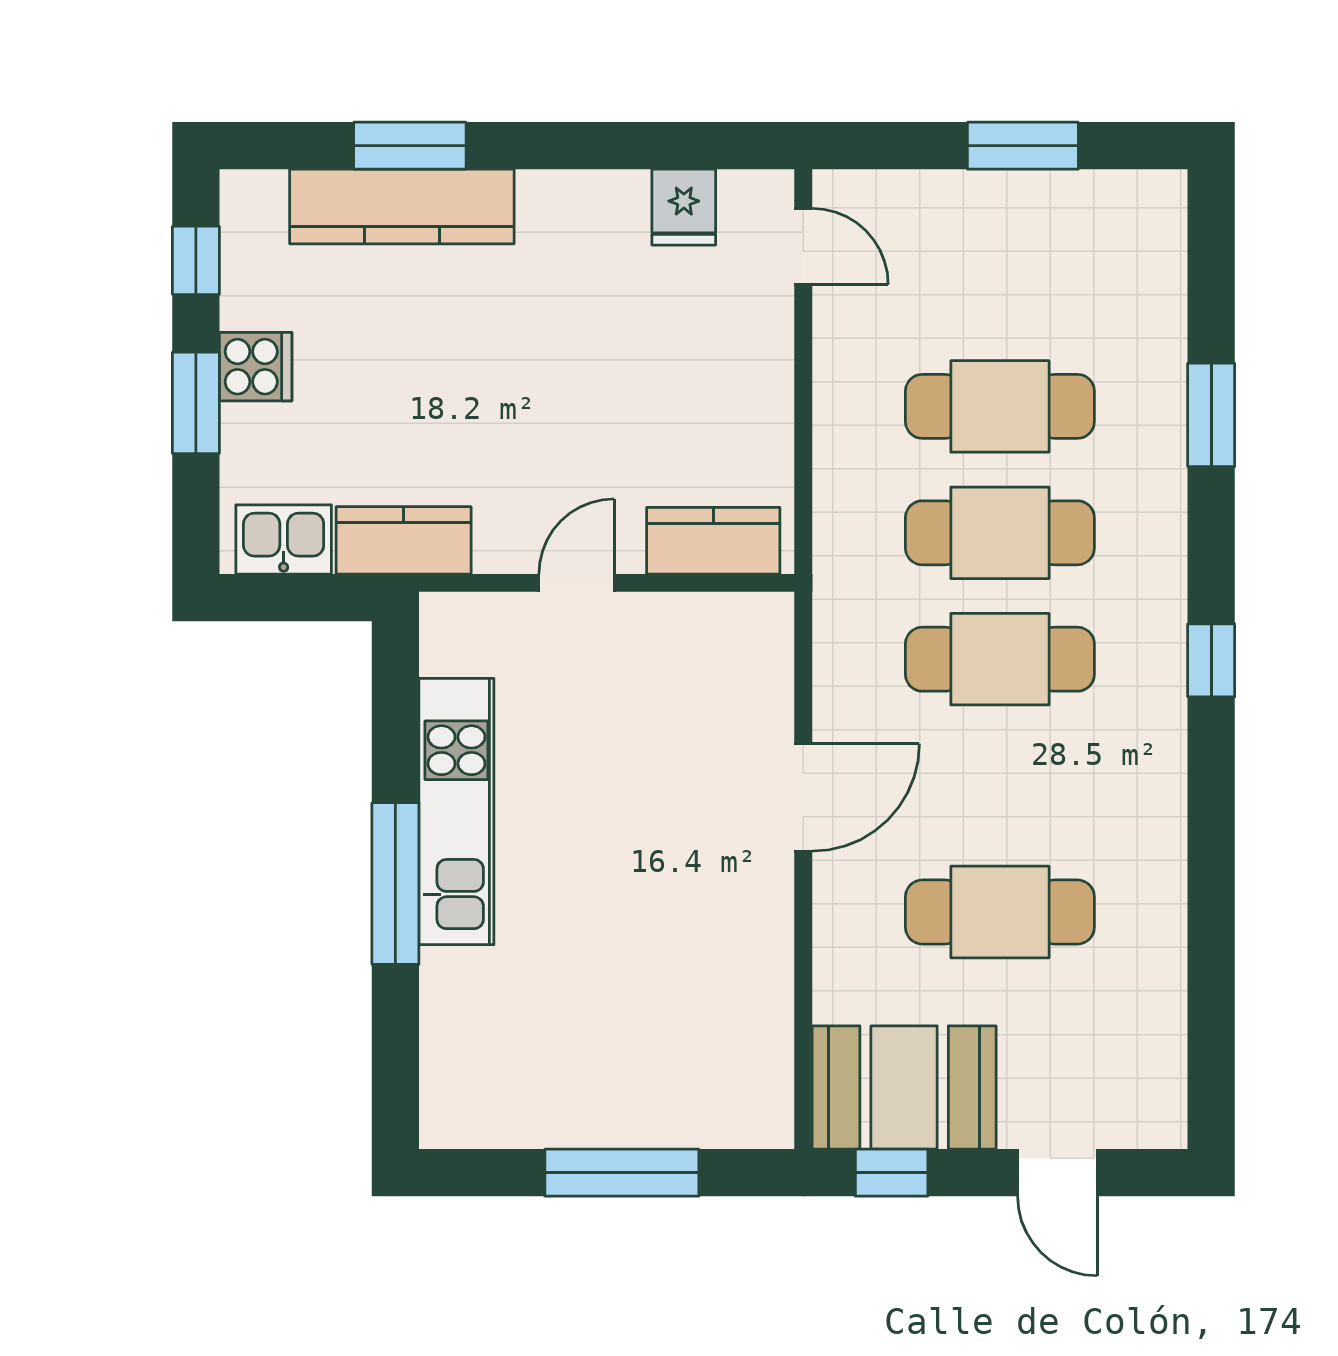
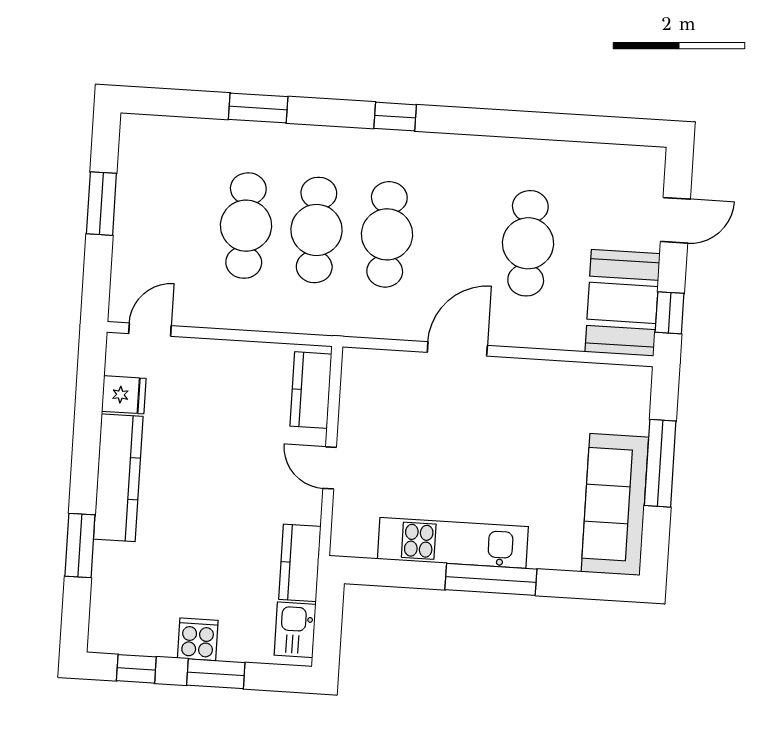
kitchen counter: (402, 207) -> (118, 478), moved
door: (803, 798) -> (457, 349), hinge flipped
sofa: (543, 1096) -> (615, 505), added

